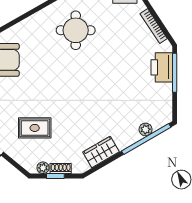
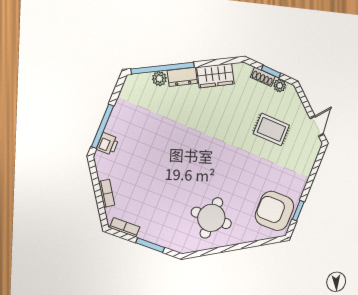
bookcase: (154, 26) -> (107, 193), width x0.64
round table: (76, 30) -> (211, 218), moved
printer: (162, 67) -> (108, 144), width x0.53, depth x0.68
dresser: (128, 139) -> (182, 77), added

